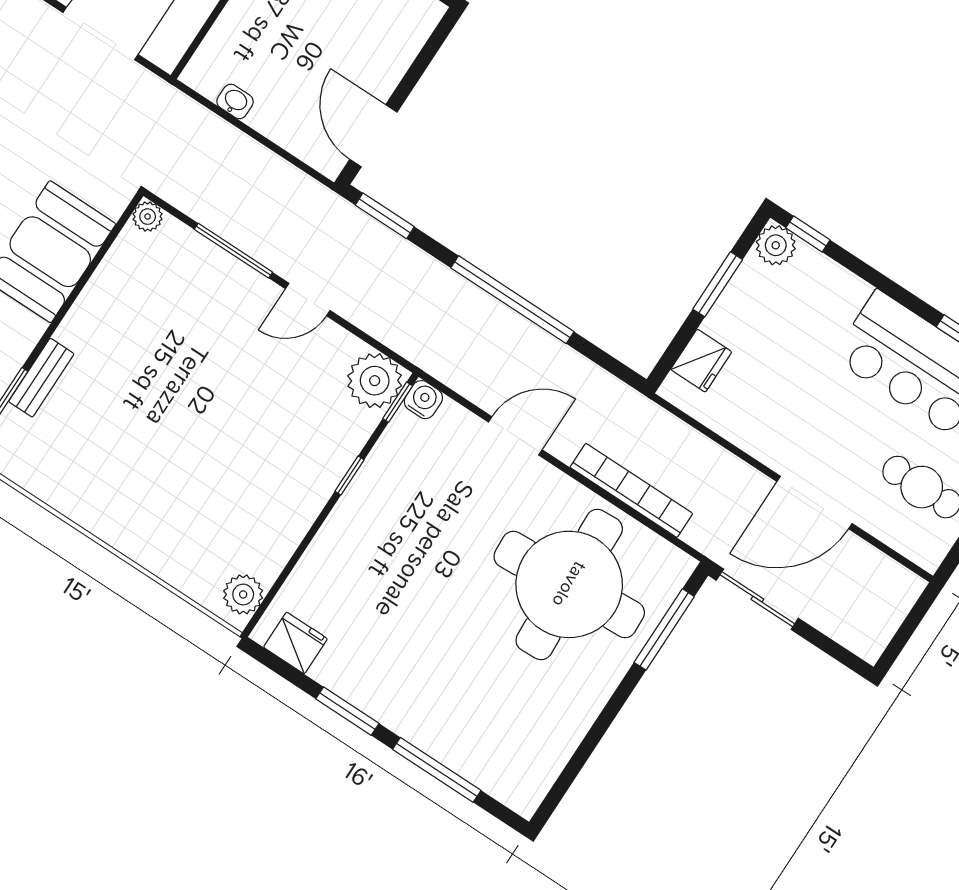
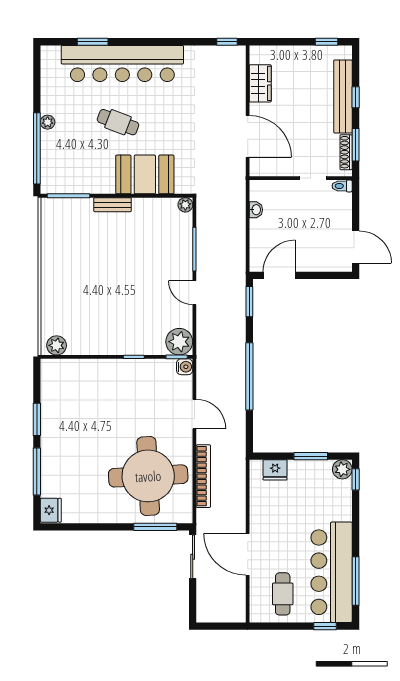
bench: (41, 378) -> (112, 205), moved
fridge: (295, 643) -> (51, 510), moved

